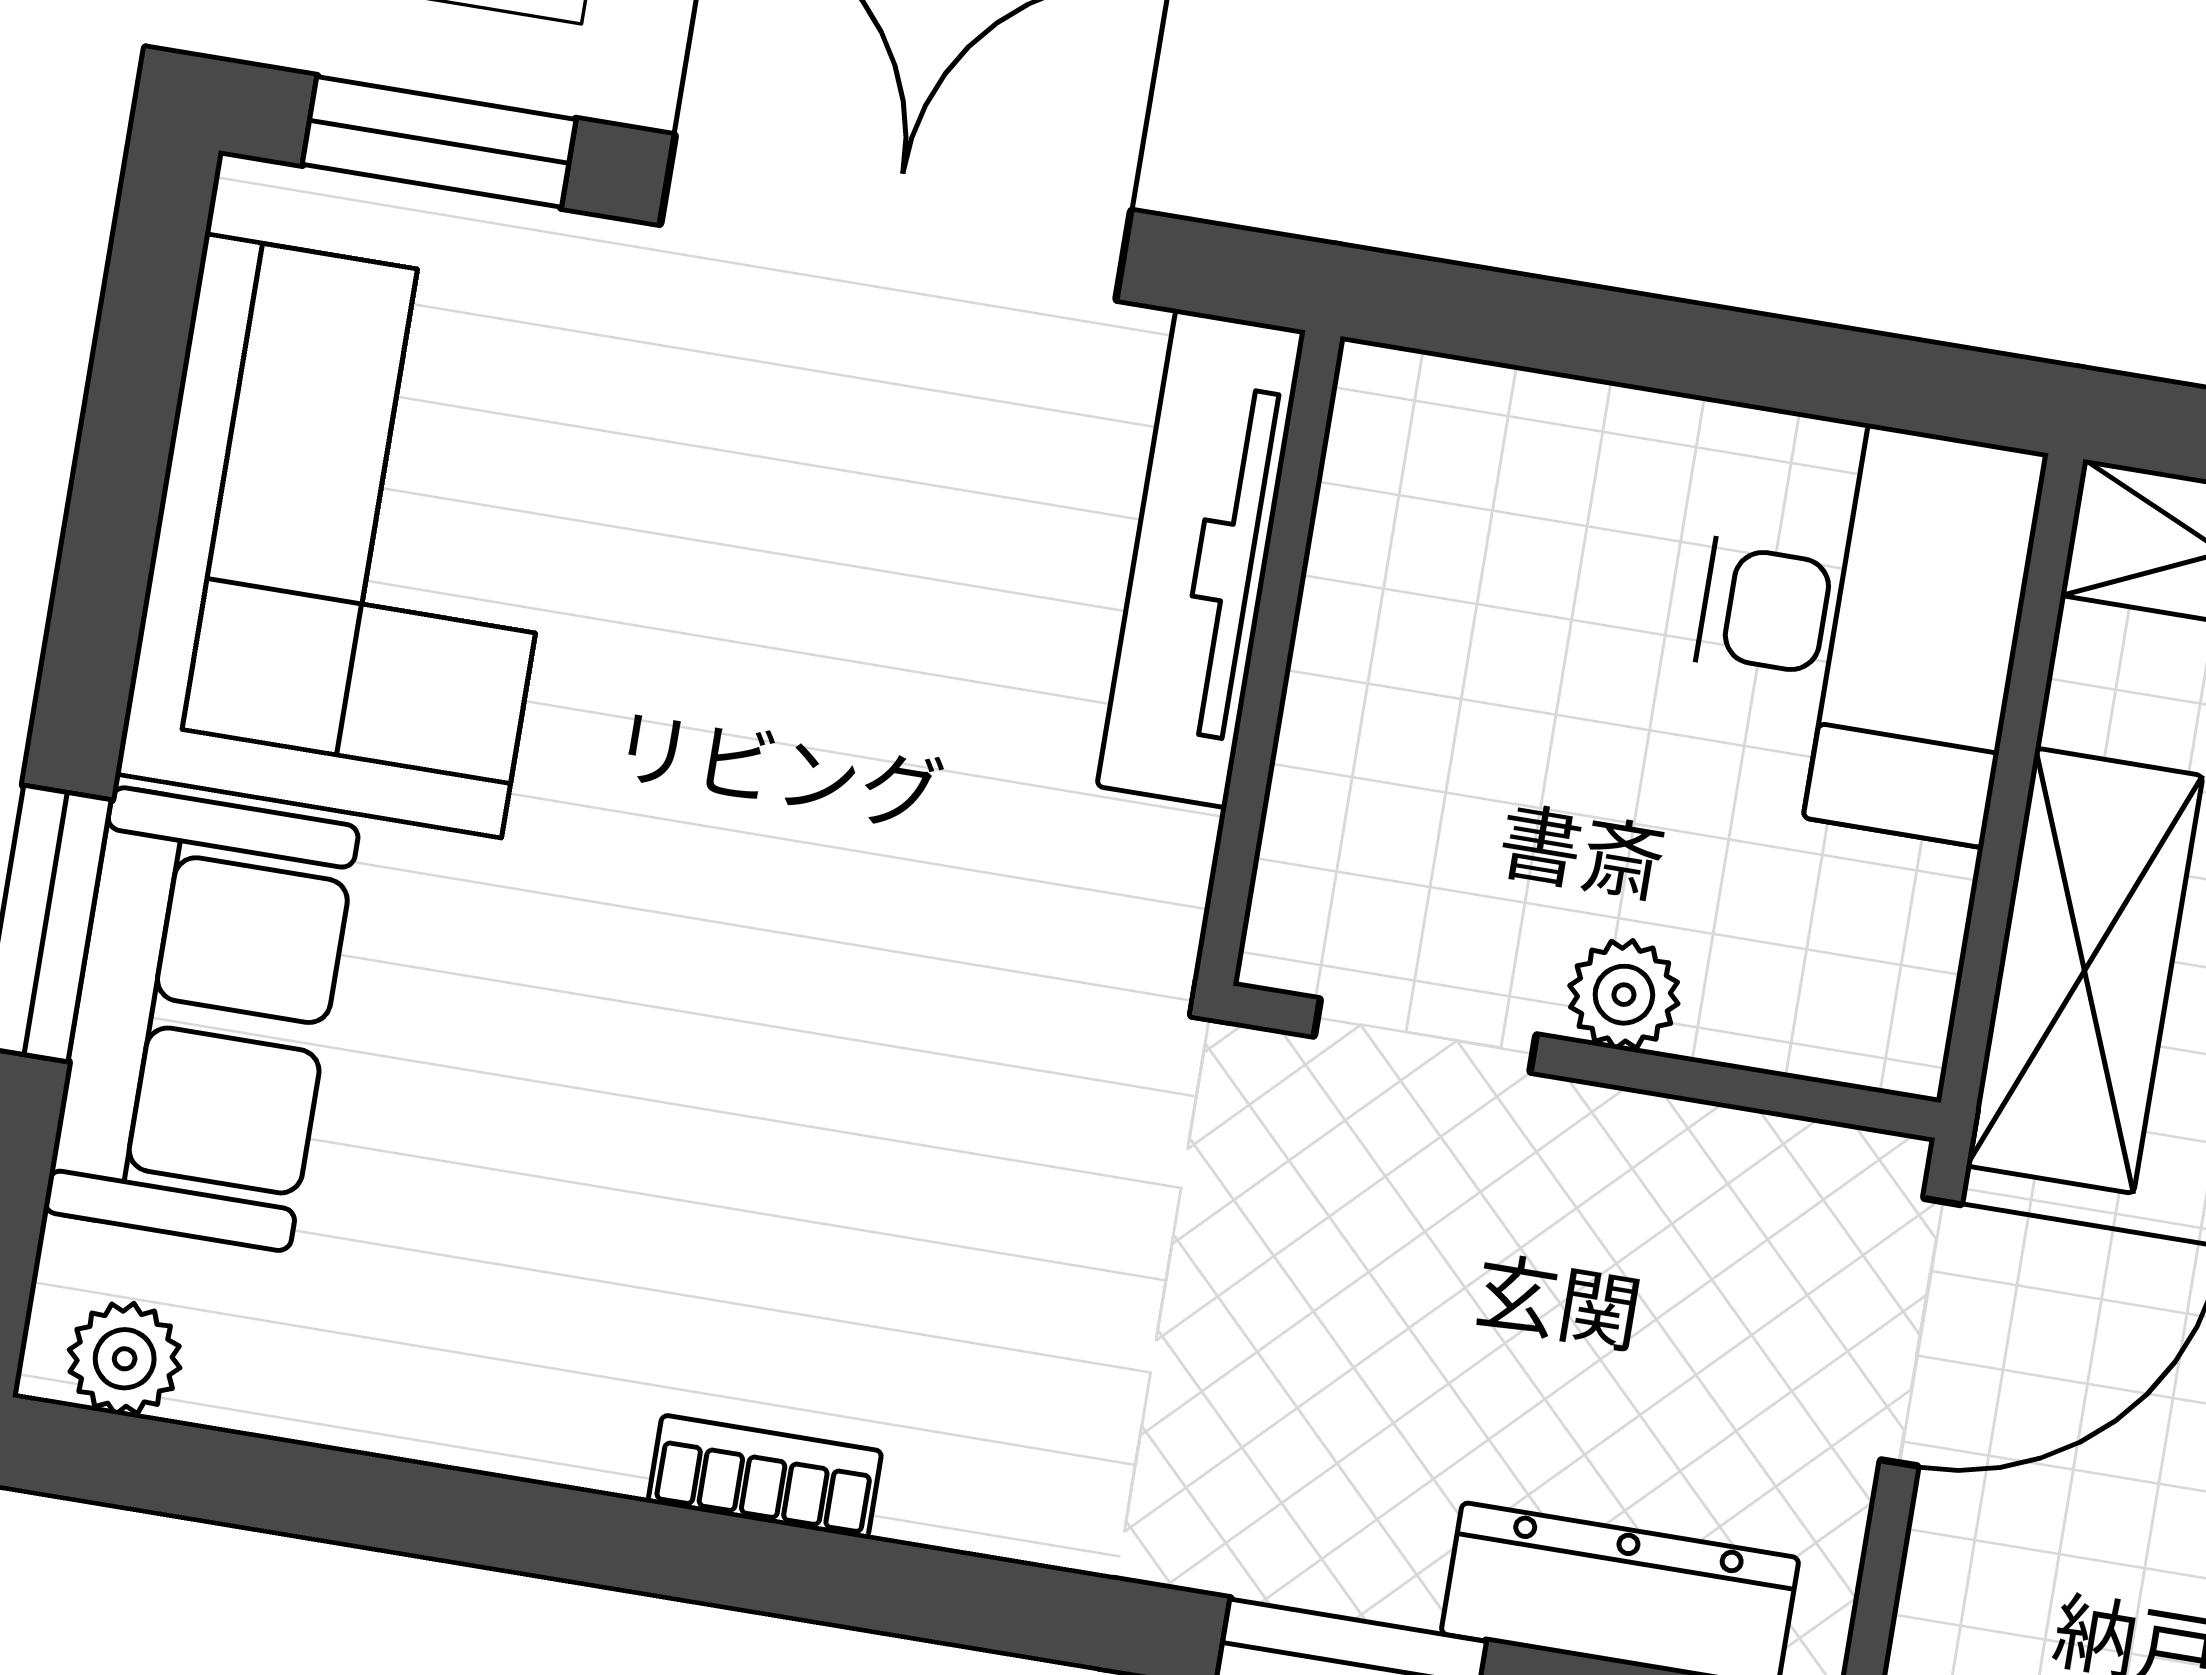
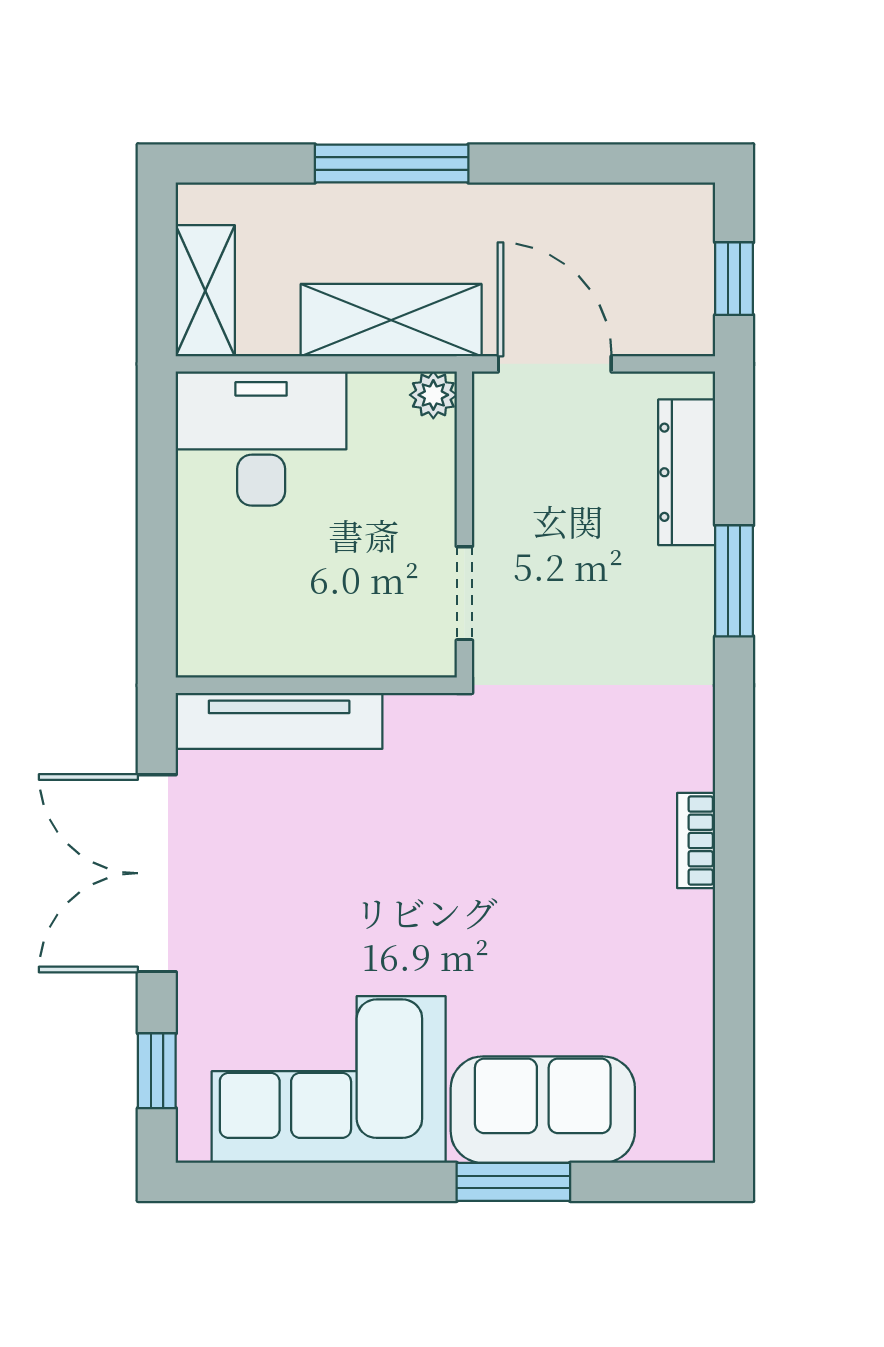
window: (439, 142) -> (157, 1071), width x0.67
plant: (1624, 995) -> (433, 395), moved
plant: (125, 1359) -> (691, 1118), removed

